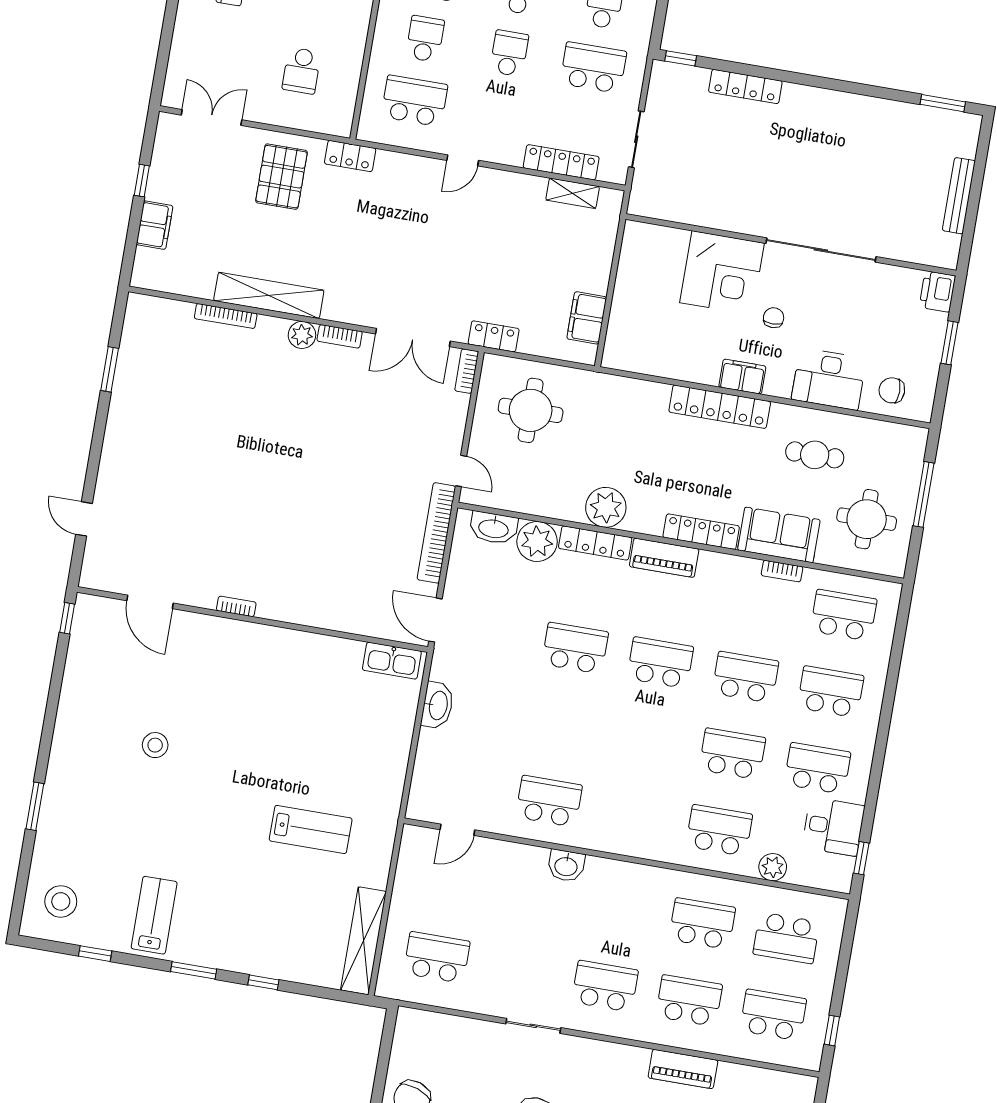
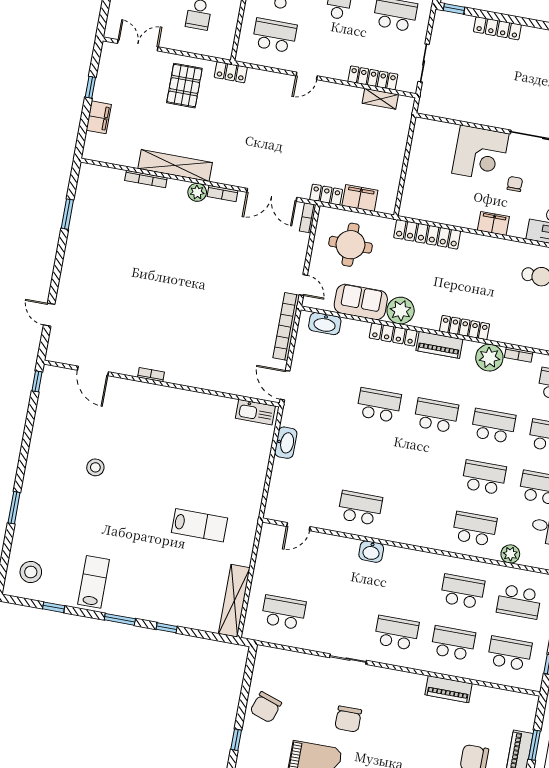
filing cabinet: (587, 318) -> (360, 198), moved, turned 90
locker: (720, 407) -> (427, 234), moved
sofa: (779, 535) -> (361, 302), moved
plant: (537, 541) -> (489, 358), moved

